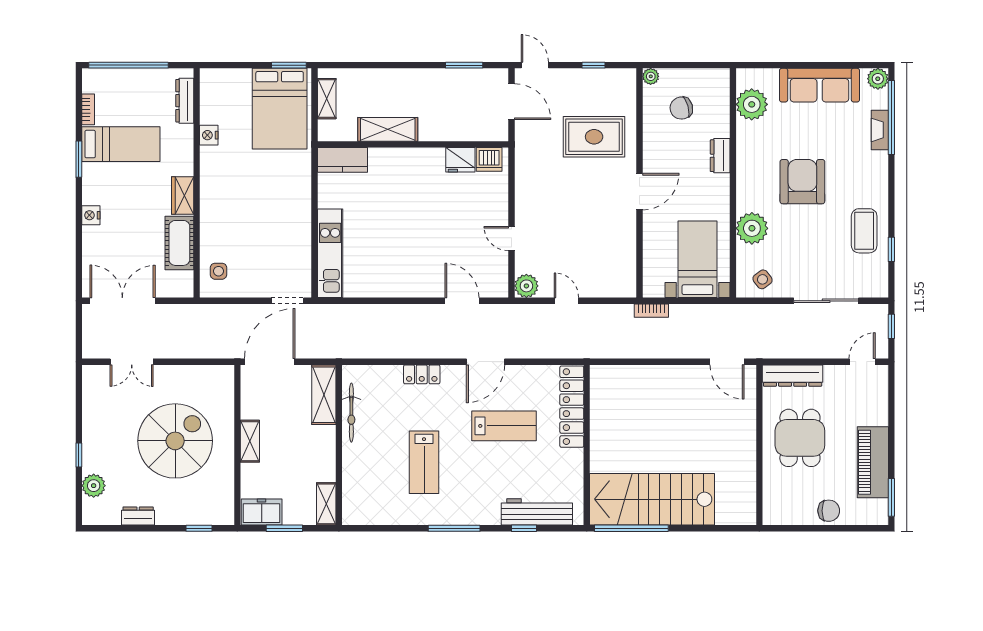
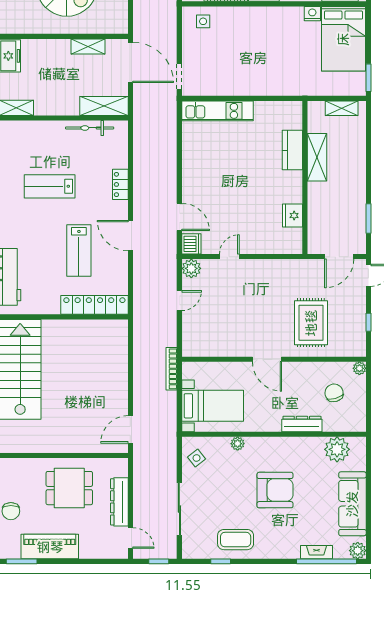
bed: (280, 109) -> (343, 39), moved, turned -90
dresser: (720, 156) -> (302, 424), width x1.44
dishwasher: (489, 159) -> (191, 244), moved, turned 180
kitchen counter: (342, 160) -> (292, 150), moved
plant: (752, 228) -> (238, 444), width x0.53, depth x0.53
door: (462, 301) -> (179, 217), hinge flipped
bookcase: (651, 311) -> (171, 369), width x1.56
dresser: (793, 376) -> (119, 502), moved
shelving: (250, 441) -> (88, 46), moved

